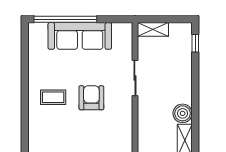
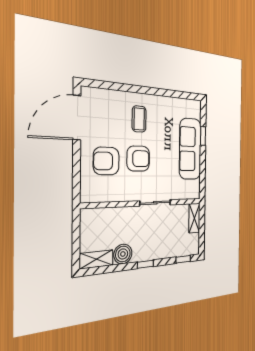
window: (65, 19) -> (203, 136), width x0.32
window: (195, 89) -> (145, 264), added
armchair: (94, 131) -> (106, 161), added

